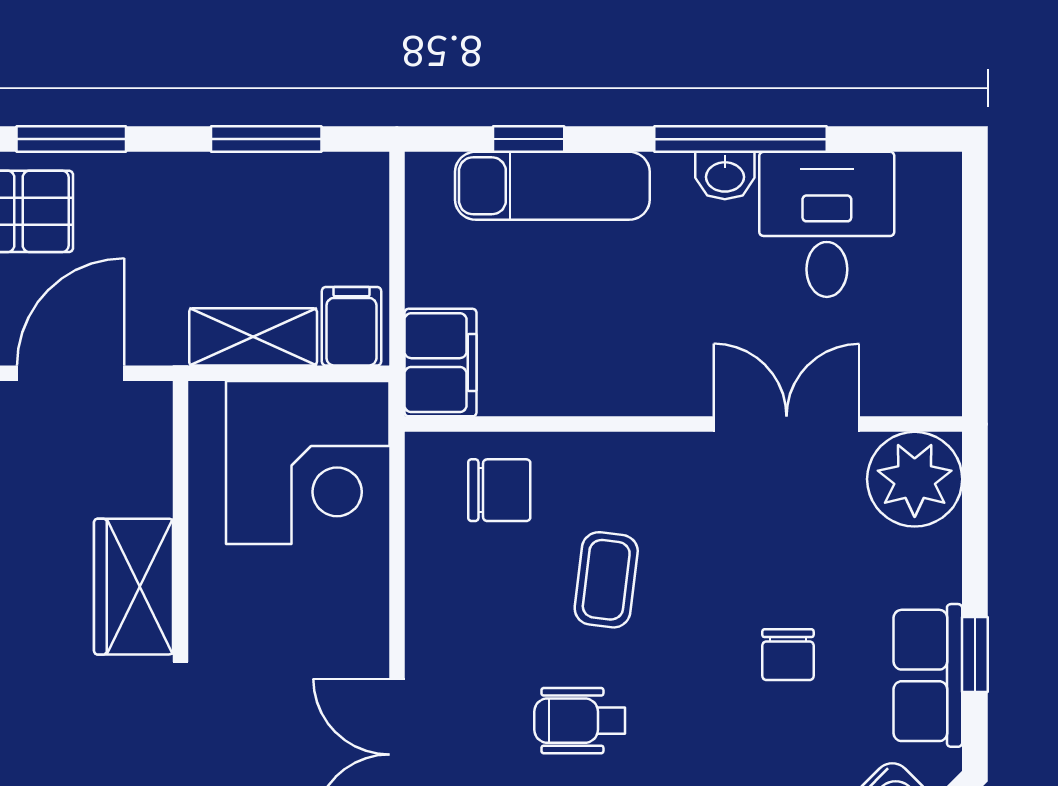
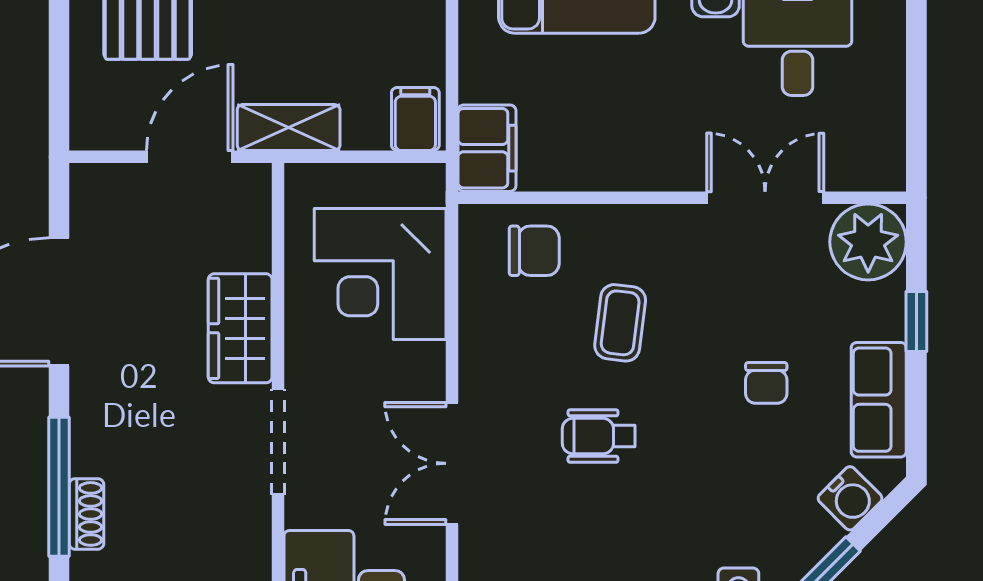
shelving: (253, 337) -> (289, 128), moved
corner desk: (308, 462) -> (380, 274), moved, turned 90
window: (975, 654) -> (916, 321), moved

